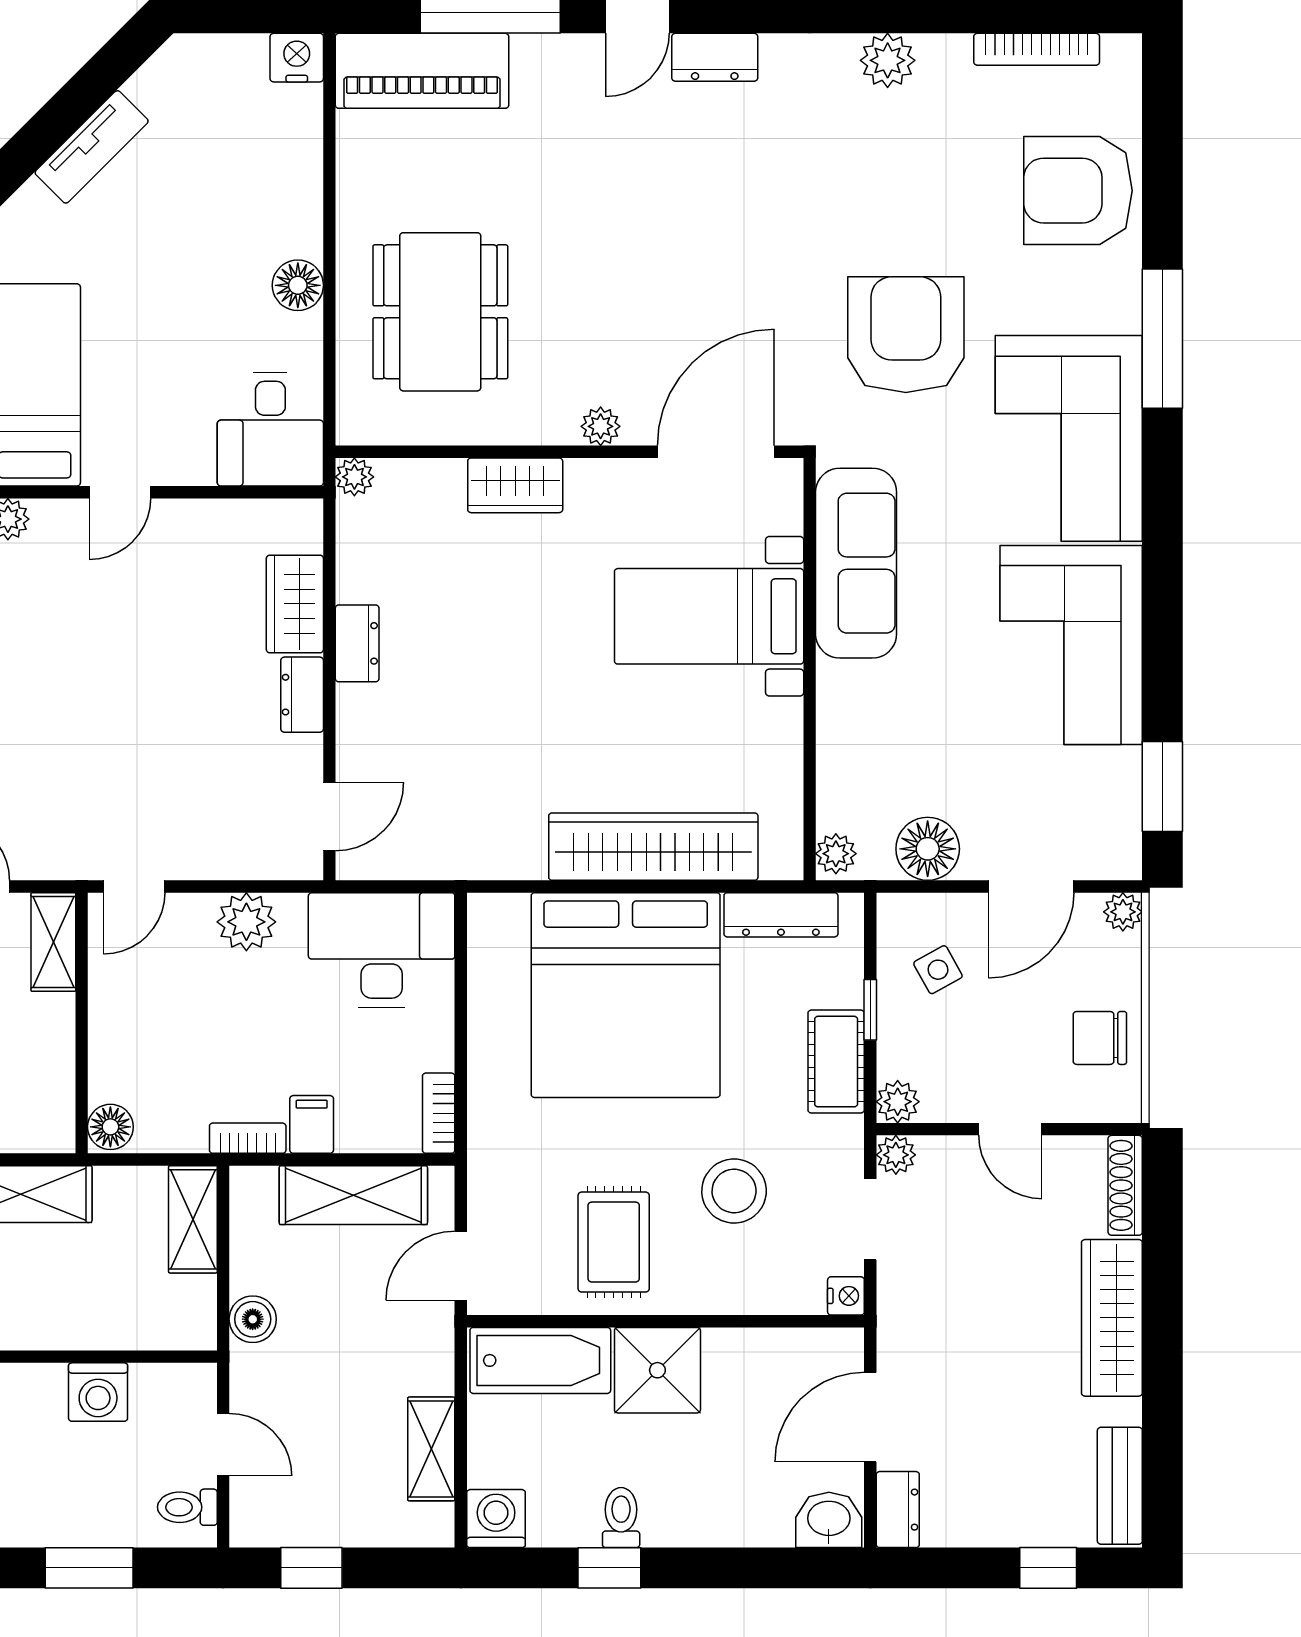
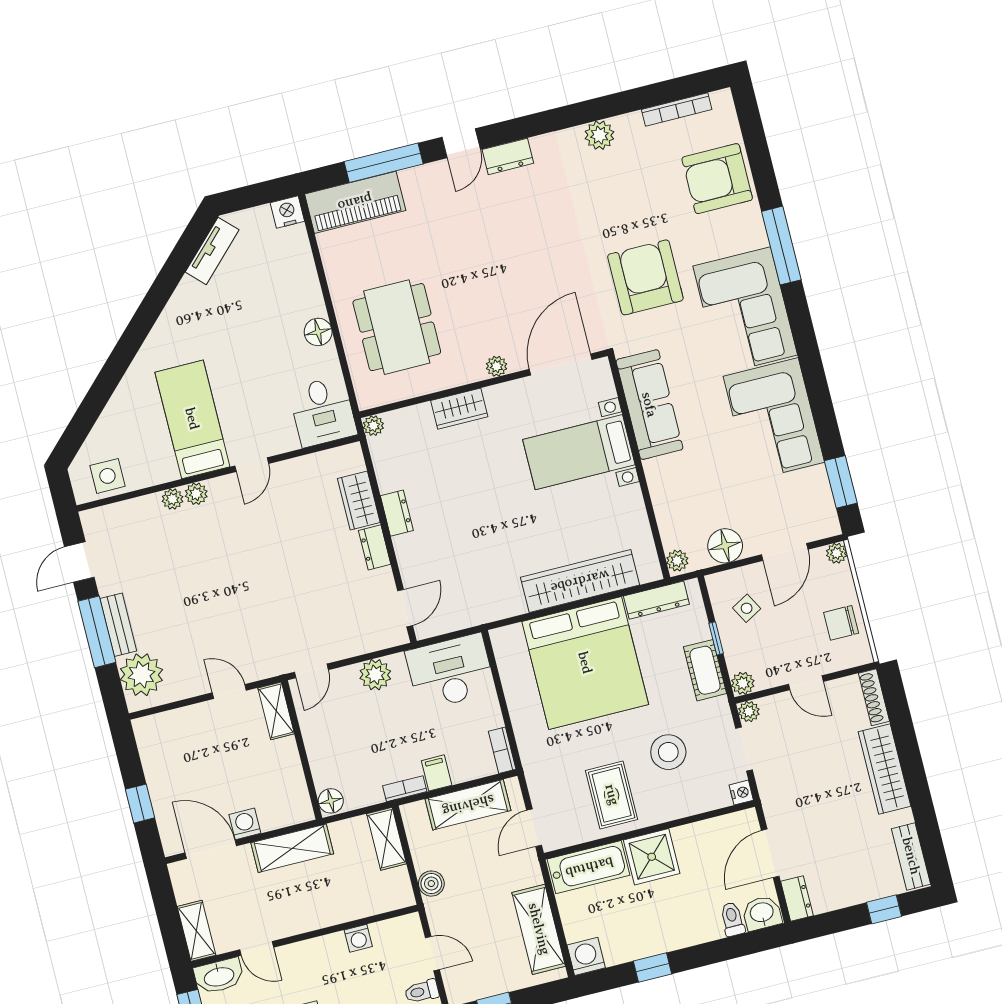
tv unit: (92, 147) -> (212, 251), moved
washing machine: (98, 1392) -> (358, 938), width x0.73, depth x0.73
shelving: (431, 1449) -> (539, 929), width x1.50, depth x1.33
toilet: (621, 1518) -> (732, 919), moved

